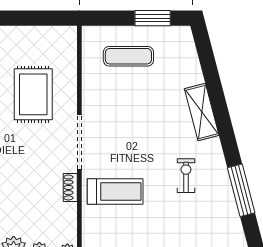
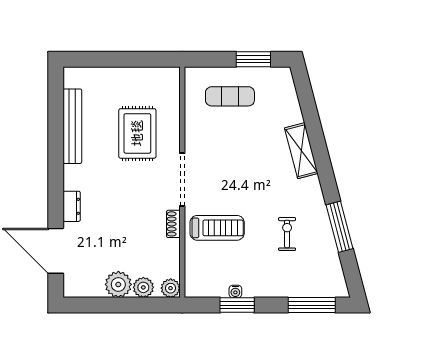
exercise bike: (186, 176) -> (287, 234), moved

